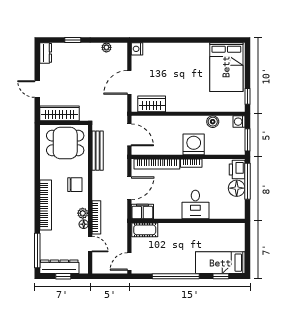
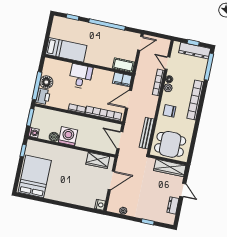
dresser: (46, 53) -> (173, 205), moved
washing machine: (194, 144) -> (68, 136), moved, turned 180
bed: (220, 263) -> (66, 50), moved

